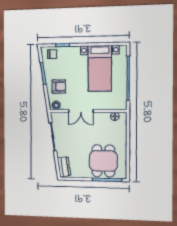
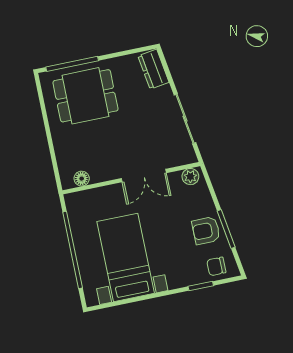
armchair: (59, 86) -> (206, 231), moved
double door: (81, 111) -> (144, 176), swing flipped
dining table: (103, 161) -> (85, 96), turned 90

